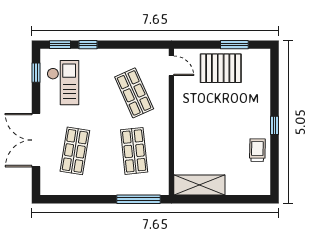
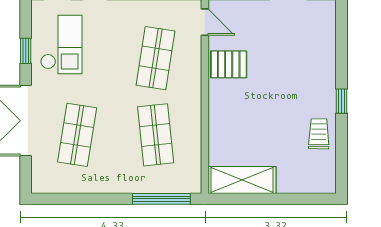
pallet: (221, 68) -> (229, 64), moved, width x0.67, depth x0.71
window: (36, 73) -> (26, 51), moved
shop shelf: (134, 93) -> (156, 58), turned 33

